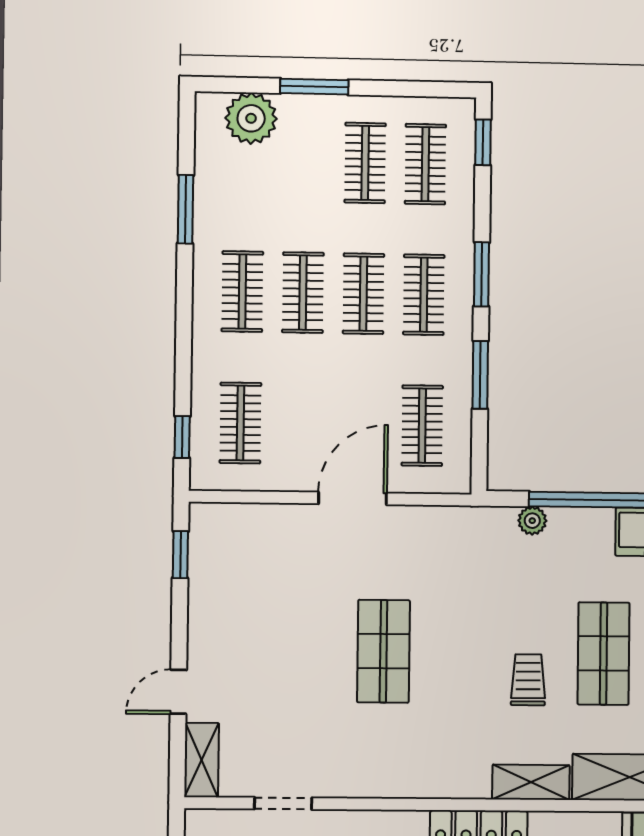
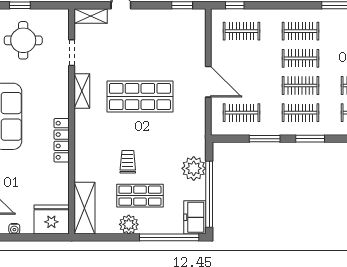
plant: (532, 521) -> (194, 168), width x1.88, depth x1.88
shop shelf: (383, 651) -> (140, 97), width x1.43, depth x1.36
trolley: (528, 680) -> (128, 162), turned -90
shelving: (531, 782) -> (82, 91), moved

